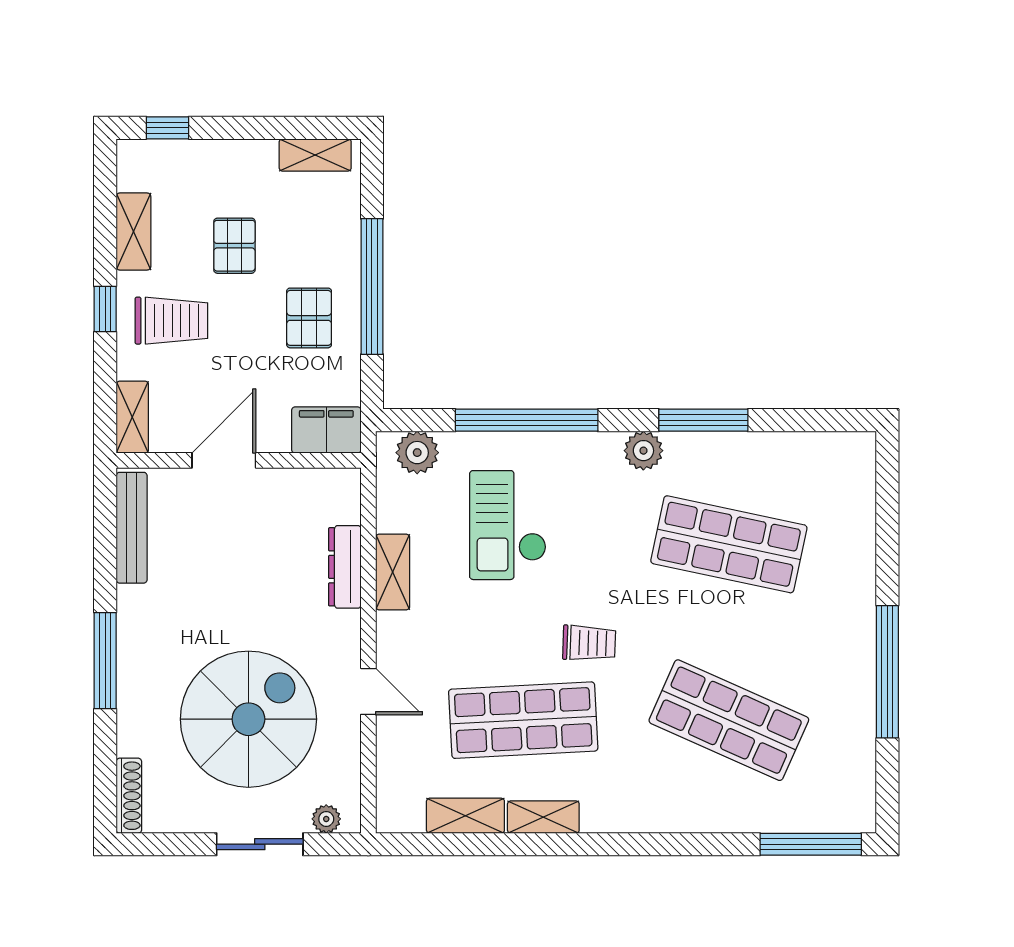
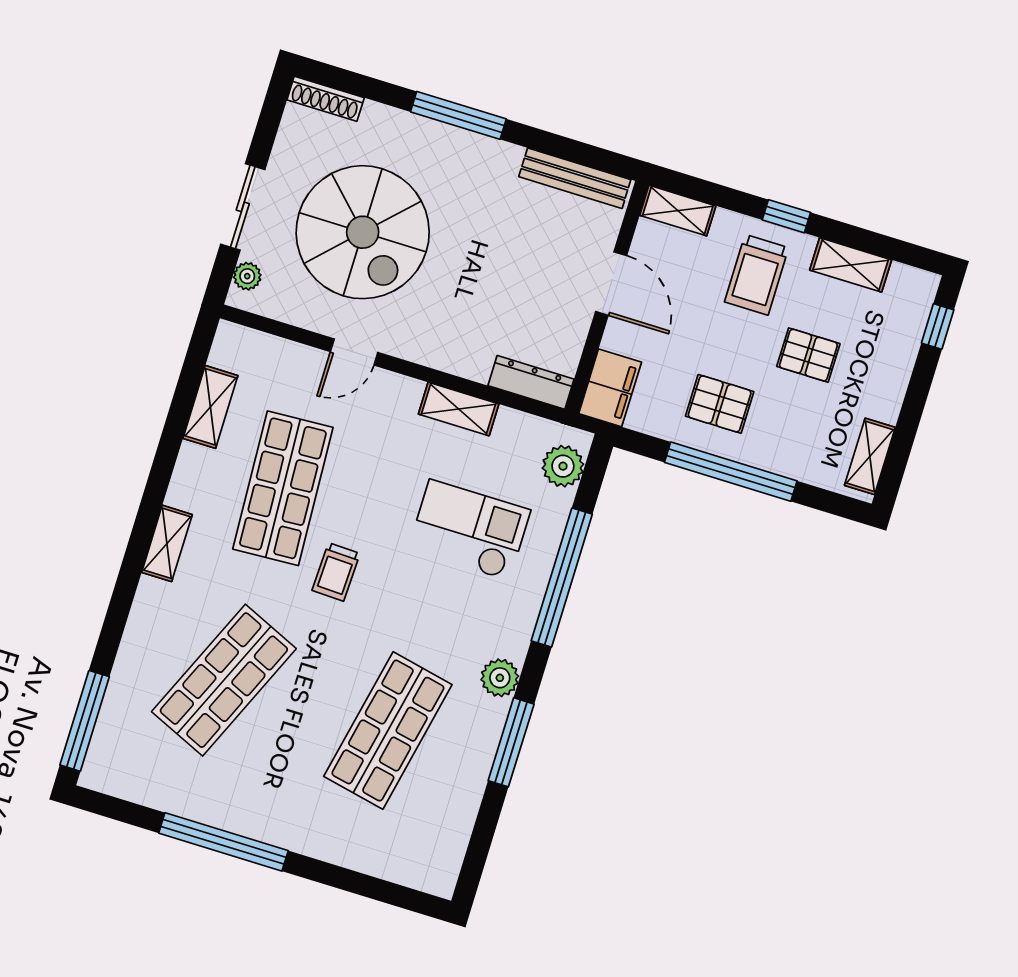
dresser: (345, 567) -> (531, 382), moved
shelving: (543, 817) -> (167, 543), moved

